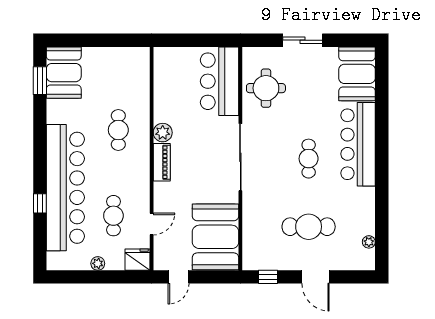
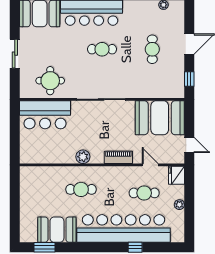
booth: (64, 73) -> (57, 230), moved
piano: (162, 162) -> (118, 157), moved
cafe table: (309, 227) -> (152, 49), width x0.73, depth x0.74

